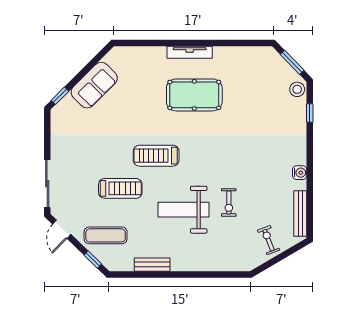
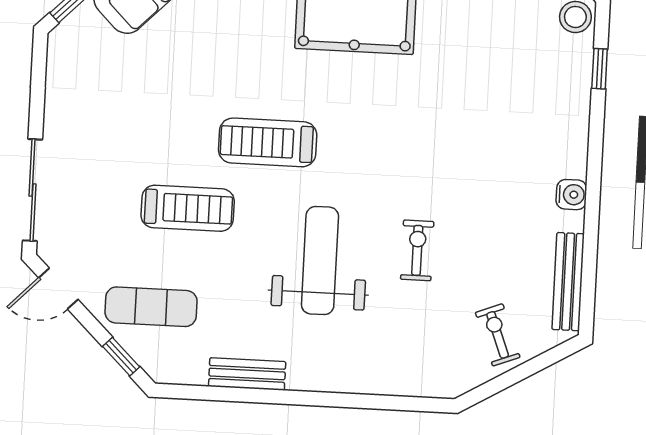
exercise bike: (229, 203) -> (417, 250), turned 180
weight bench: (184, 210) -> (320, 260), turned 90
door: (62, 229) -> (58, 289), hinge flipped

